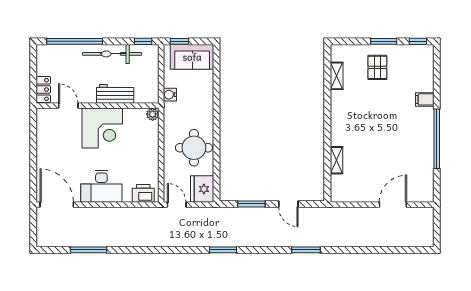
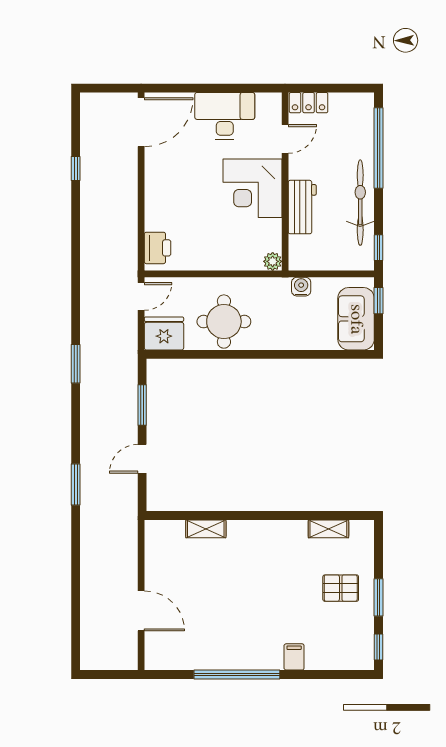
desk: (101, 186) -> (225, 116), moved, turned 90
window: (89, 250) -> (76, 168), width x0.46

